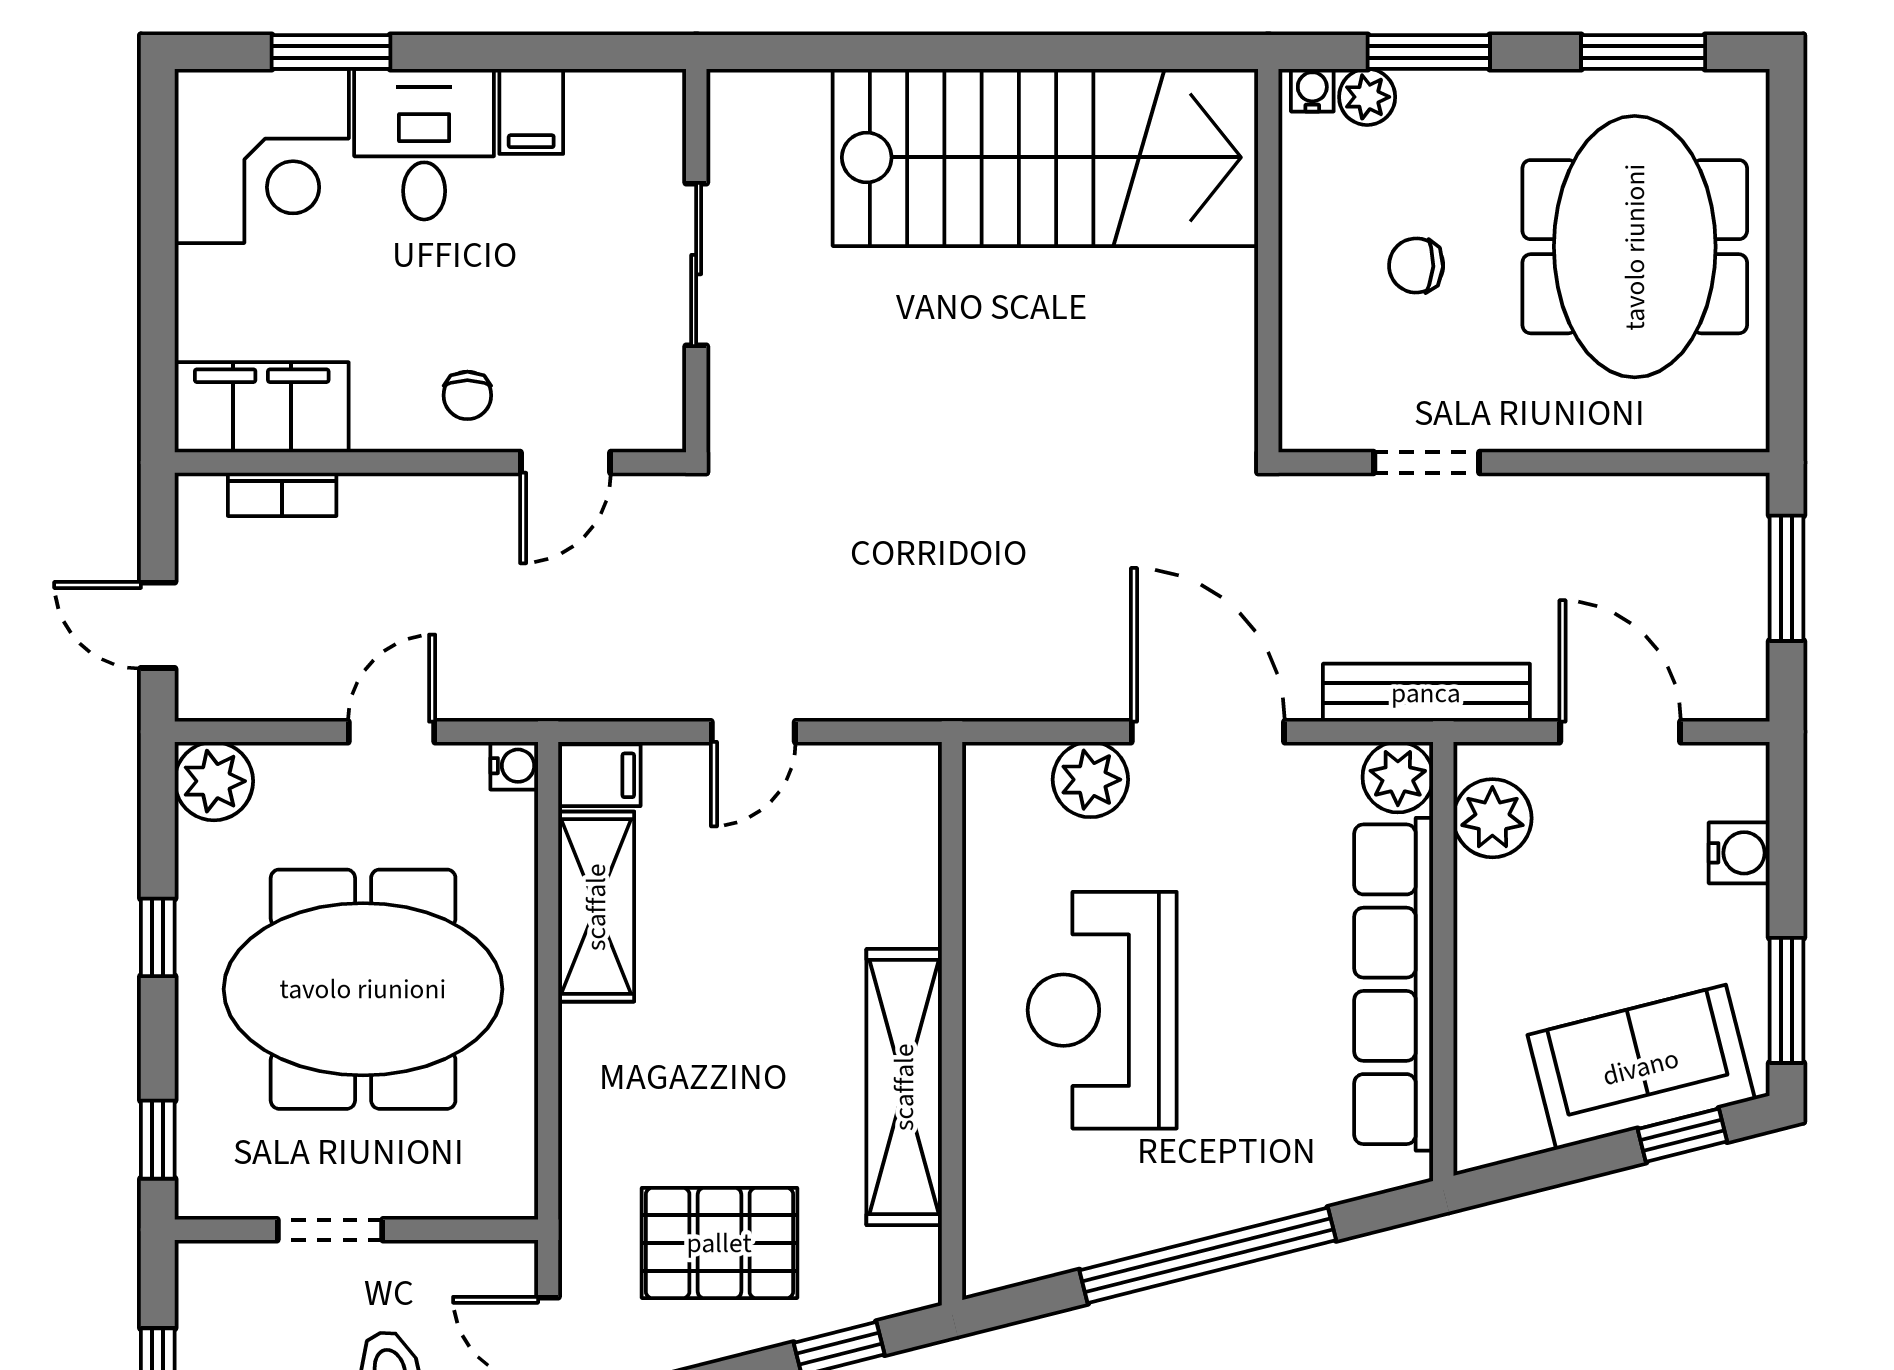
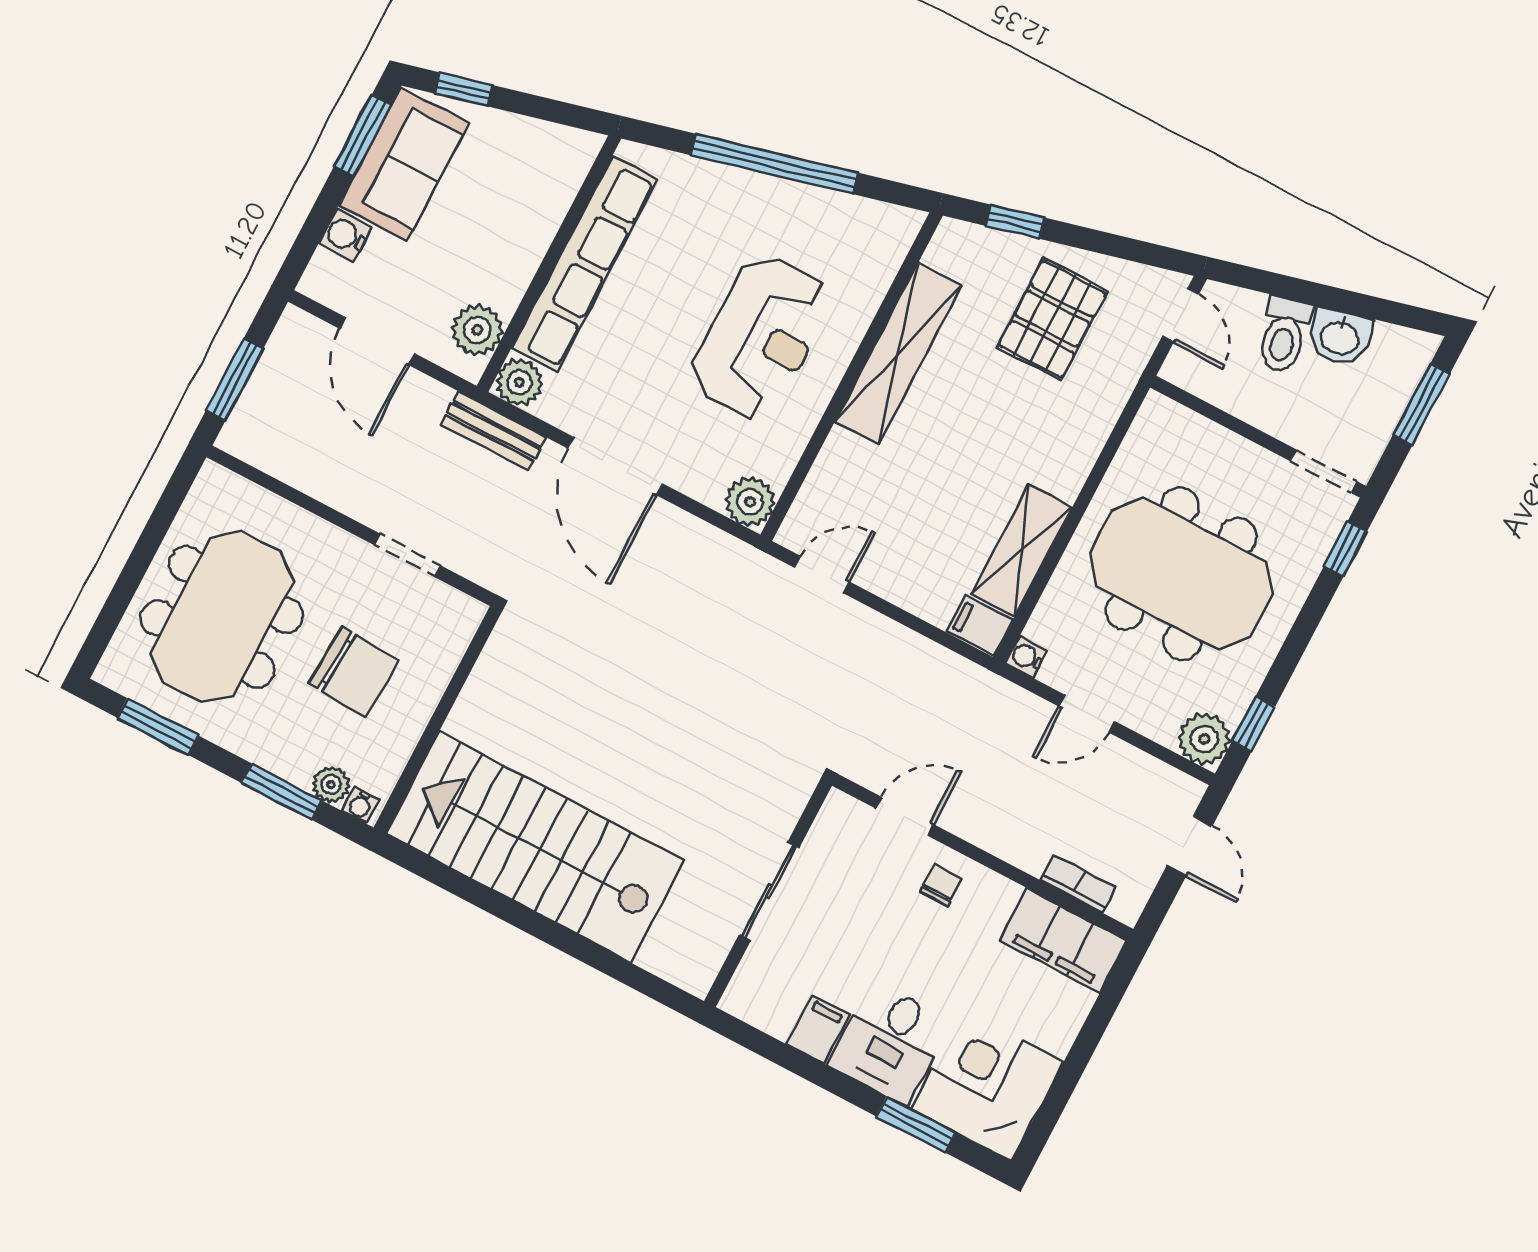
chair: (1416, 265) -> (354, 672), width x1.87, depth x1.87
bench: (1426, 693) -> (493, 431), width x0.73
door: (753, 732) -> (822, 575), moved
plant: (1090, 780) -> (750, 502), moved
window: (158, 937) -> (1254, 724), moved
sofa: (1641, 1067) -> (404, 164), moved, turned -76
doorway: (330, 1230) -> (1324, 471), moved
pallet: (719, 1243) -> (1052, 319), turned 90

